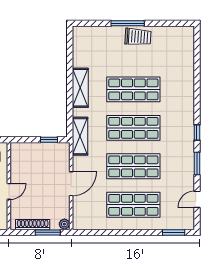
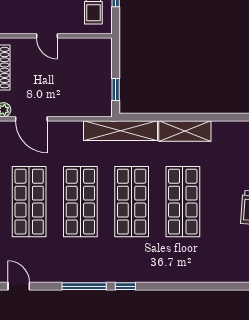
shelving: (80, 136) -> (120, 131), width x1.47
window: (197, 163) -> (84, 286), width x1.44
door: (71, 184) -> (31, 119), moved
door: (197, 199) -> (19, 286), moved

